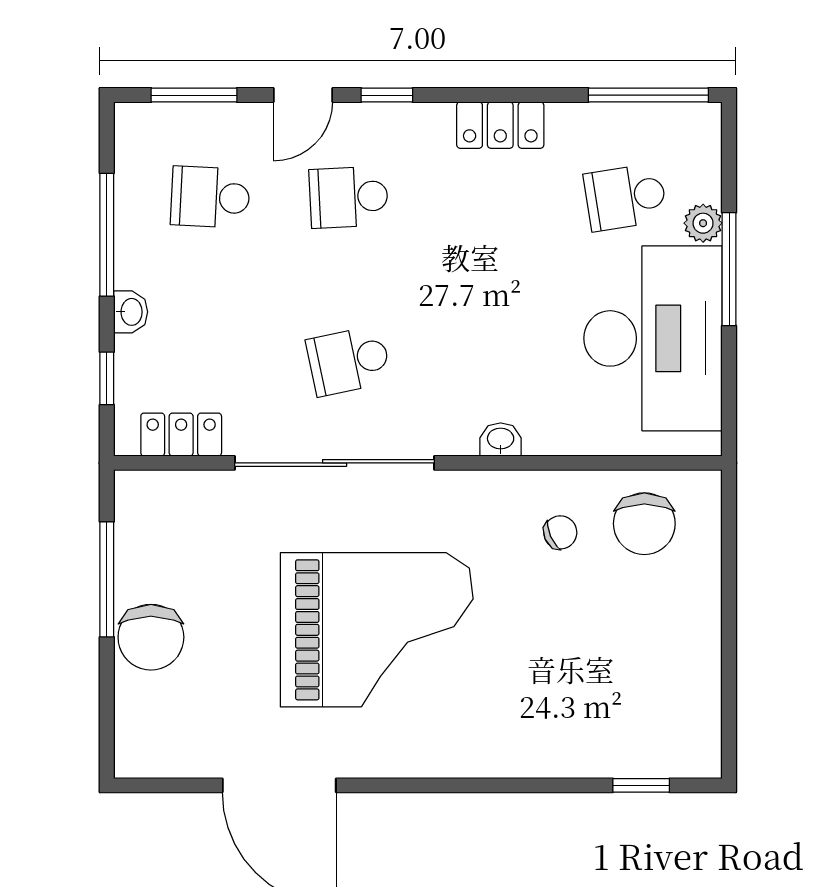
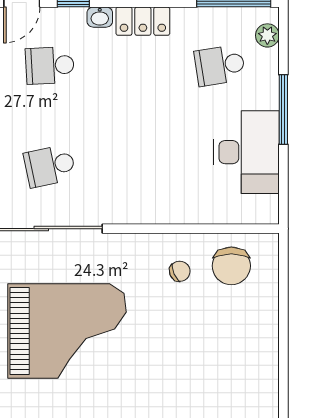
plant: (703, 223) -> (267, 35), moved
desk: (653, 338) -> (246, 152), width x0.73, depth x0.77
washbasin: (501, 440) -> (100, 17), moved, turned 180

